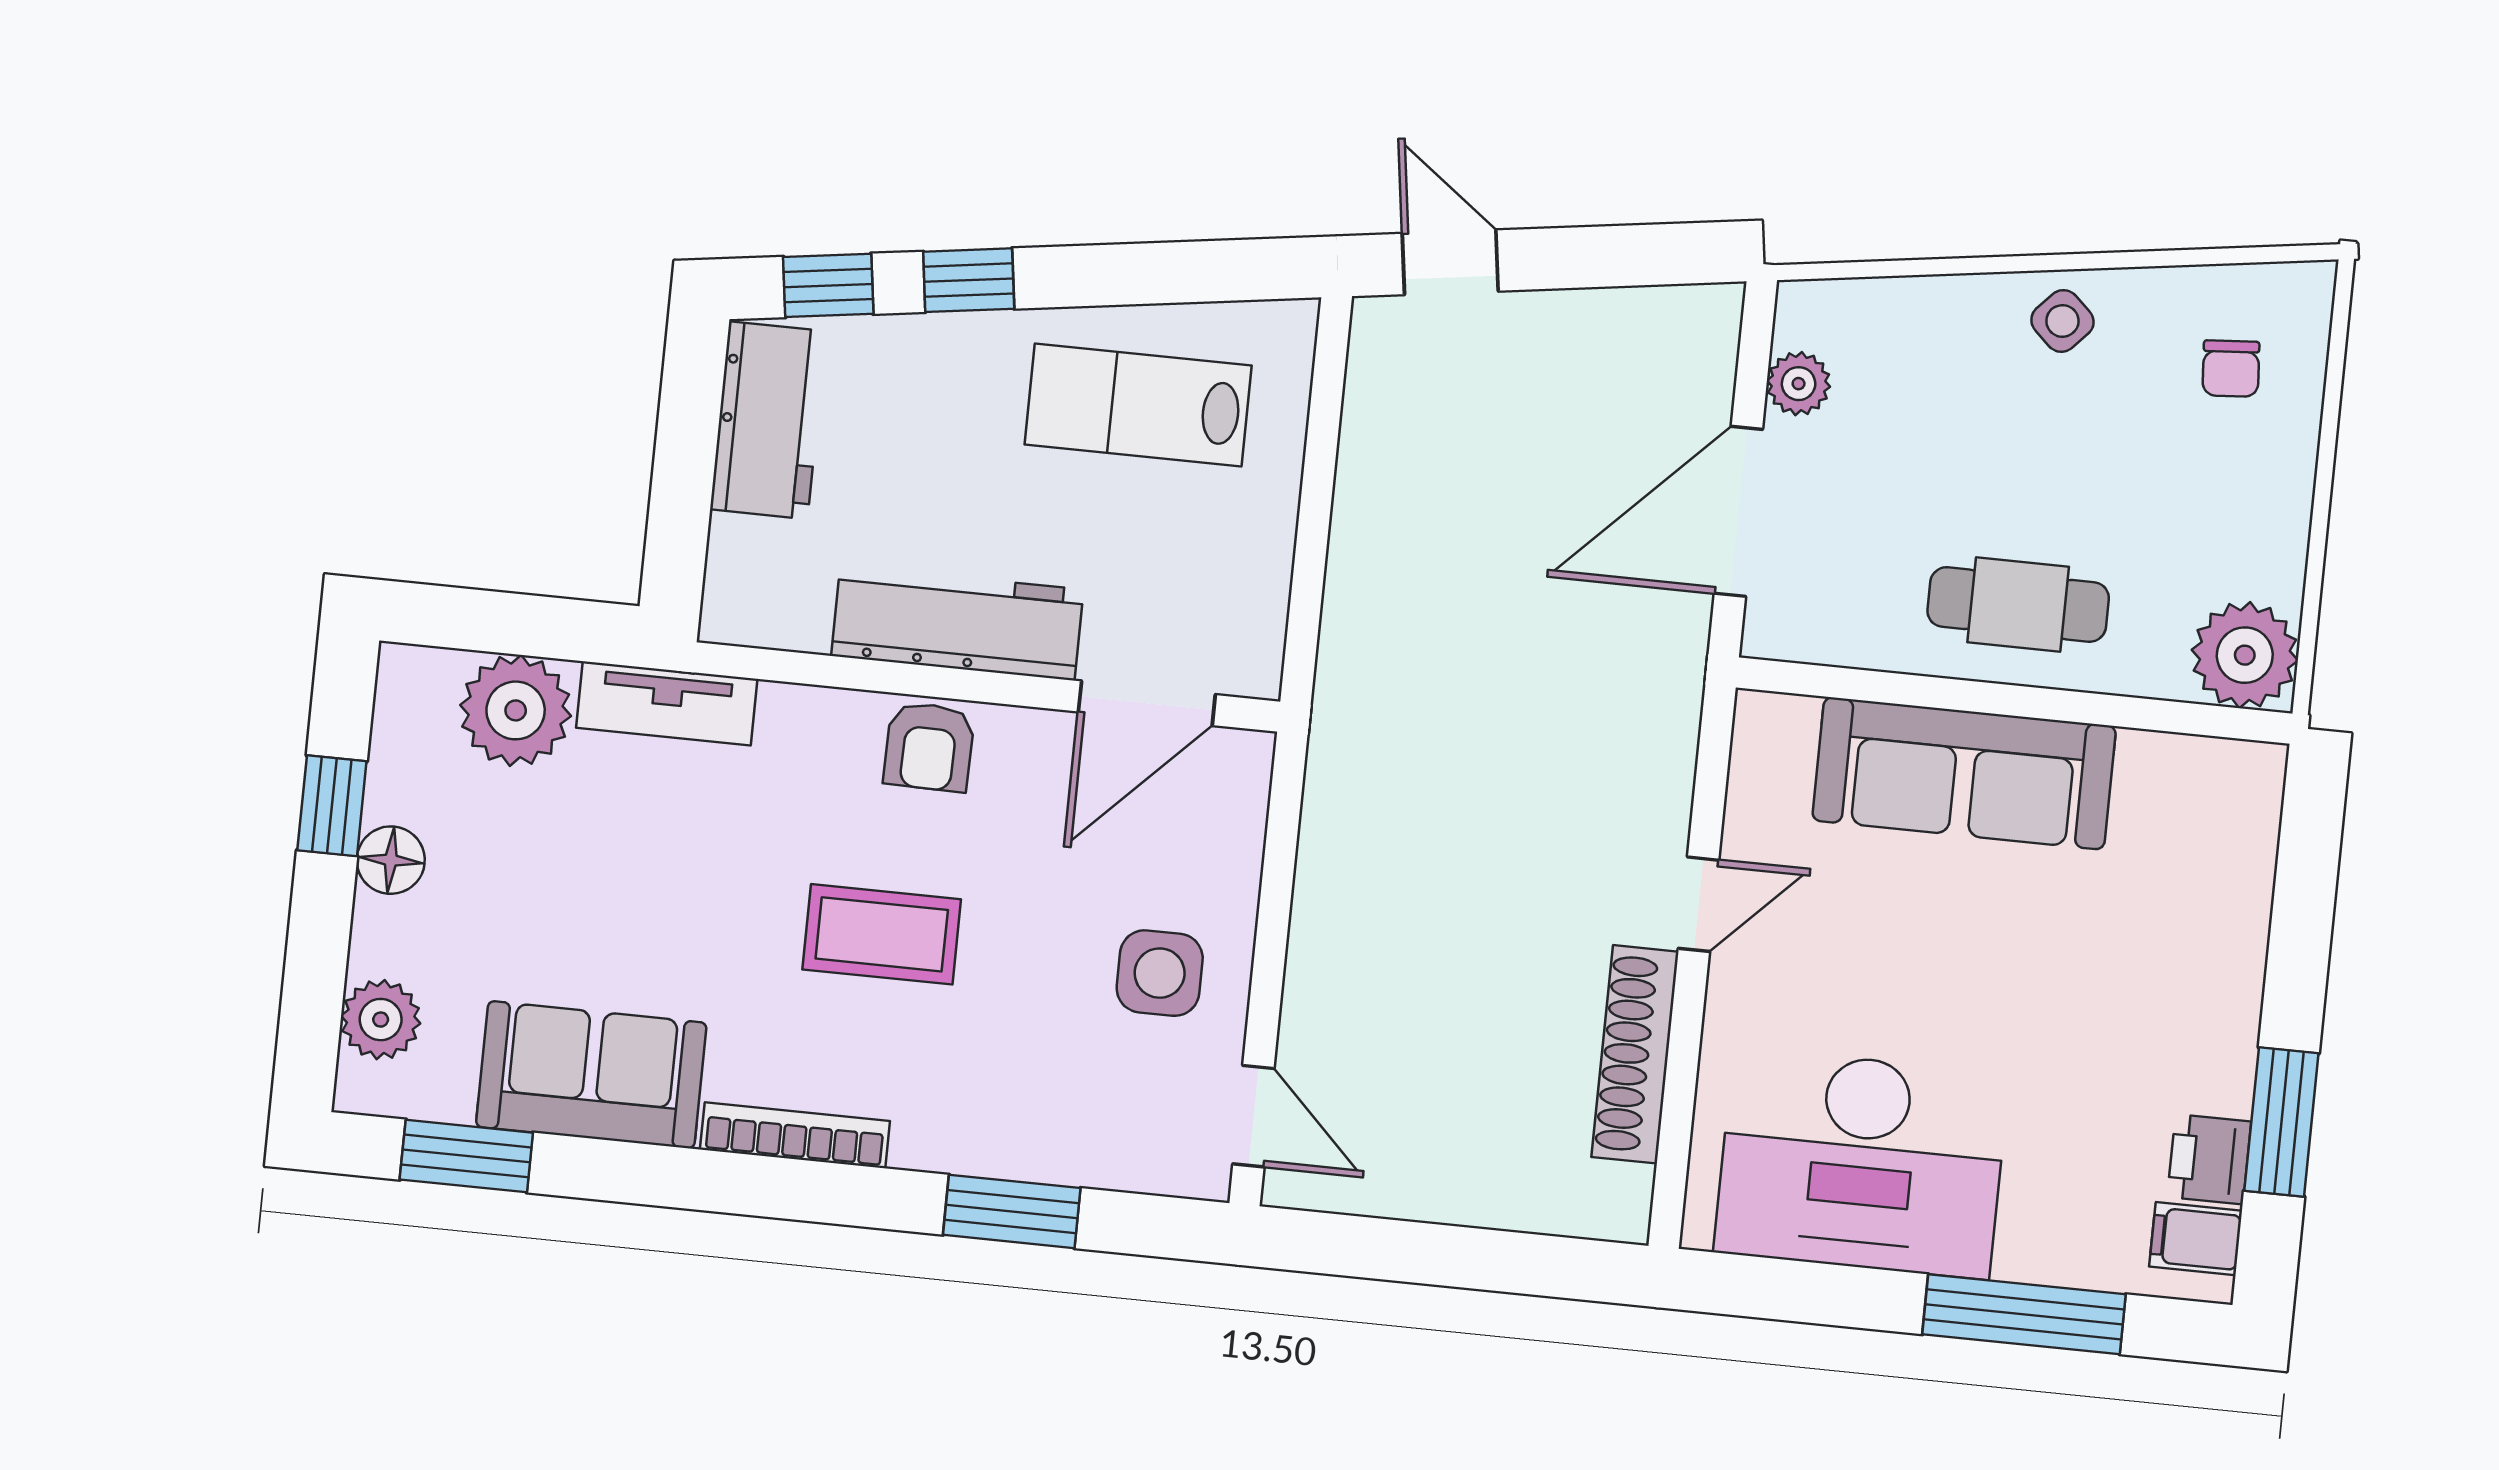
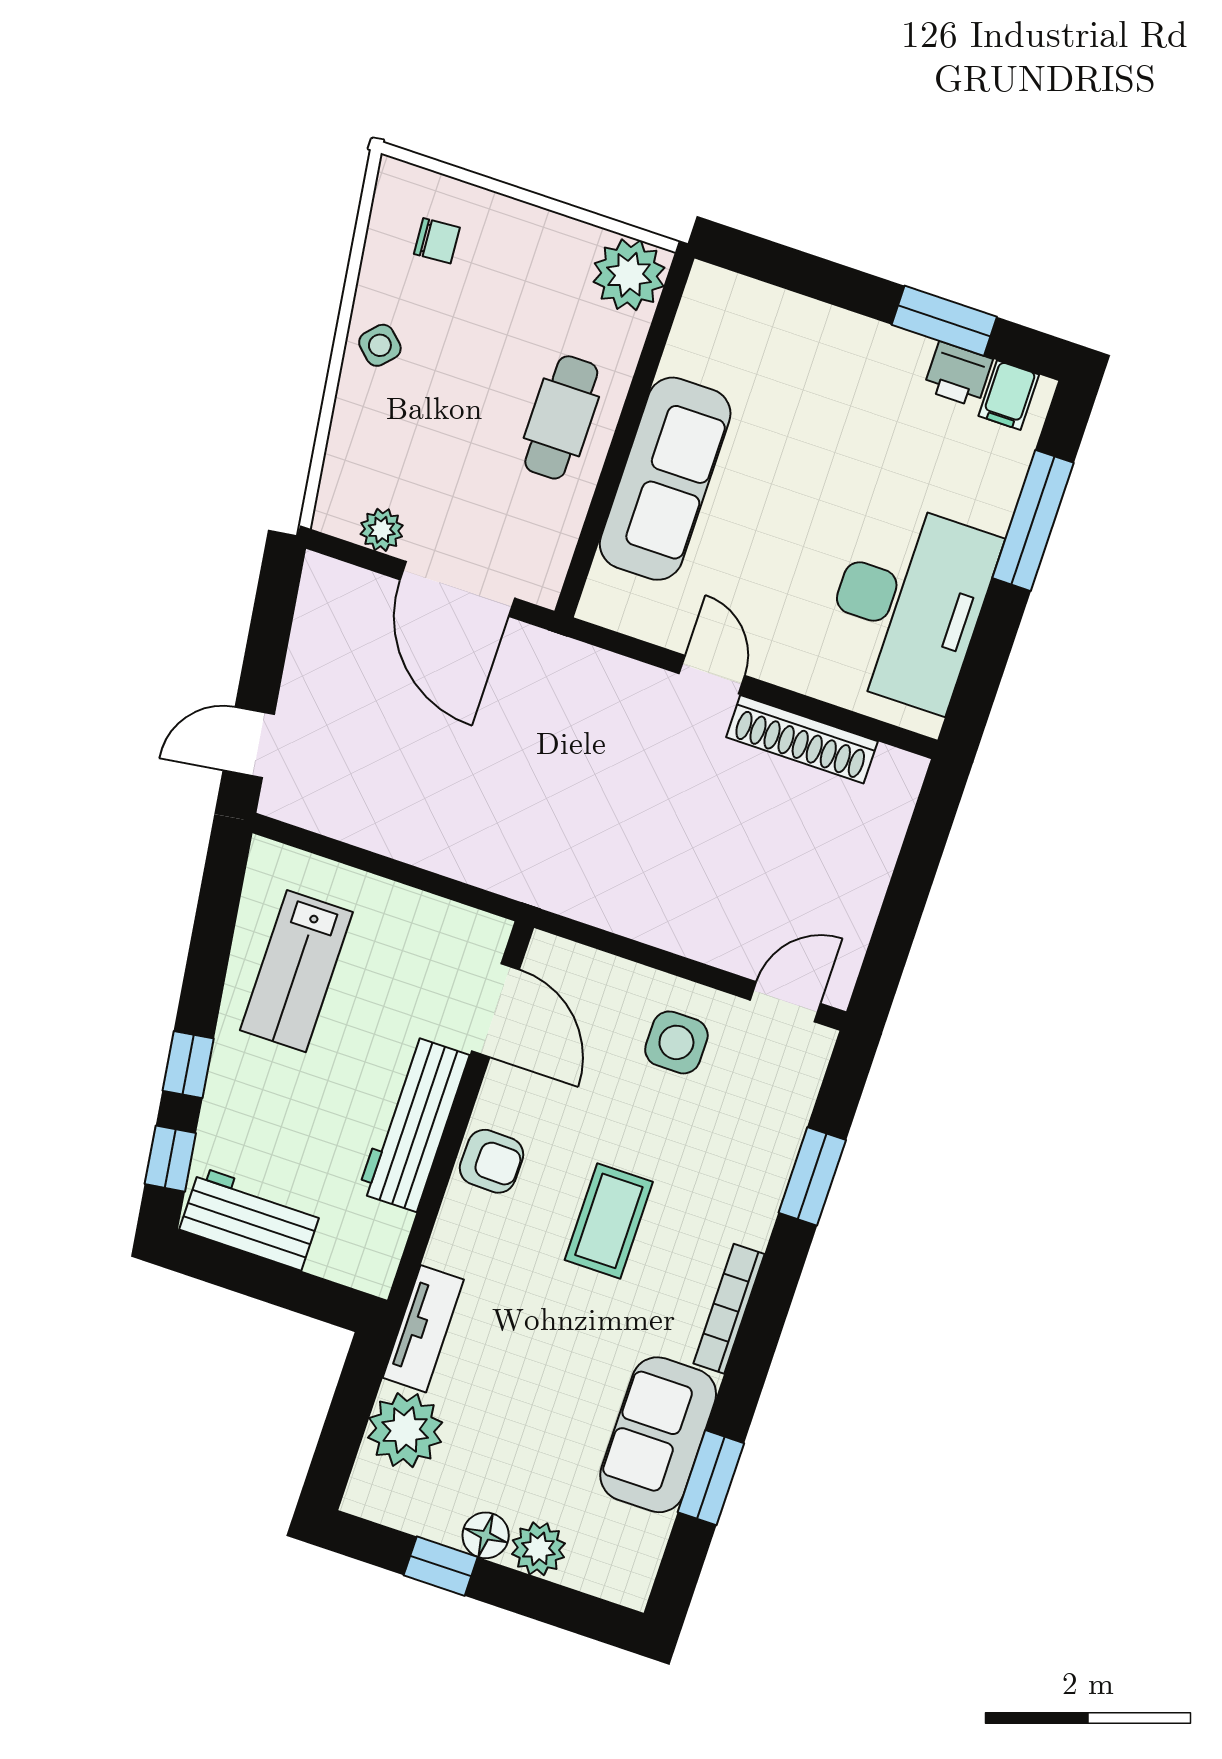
plant: (381, 1020) -> (538, 1549), moved
window: (466, 1156) -> (711, 1478), moved

